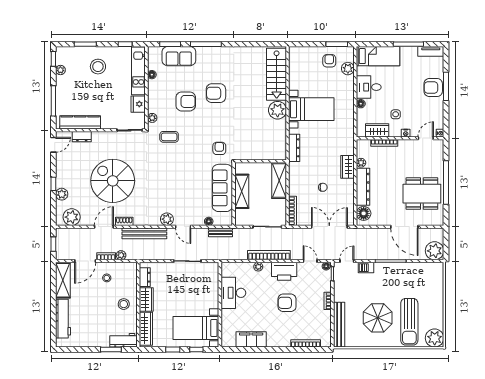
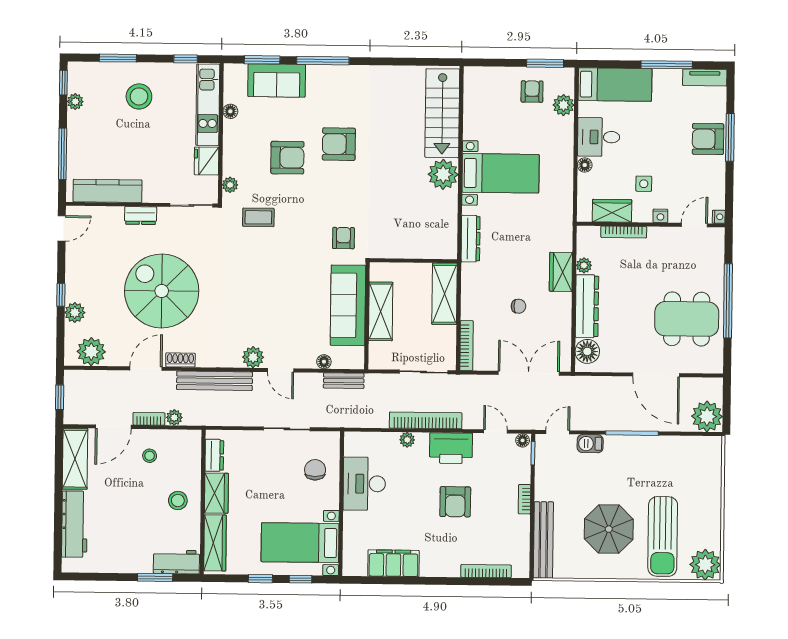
dresser: (82, 137) -> (141, 216), moved
chair: (204, 285) -> (315, 470), added
armchair: (287, 303) -> (455, 502), turned -90

